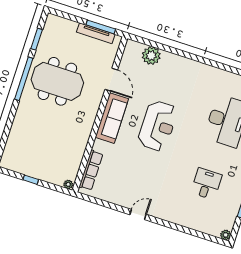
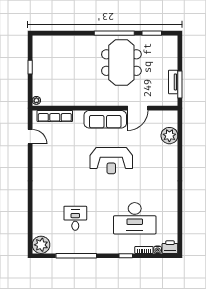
tv unit: (96, 33) -> (173, 82), width x0.71
desk: (206, 184) -> (75, 218), turned -90
door: (138, 214) -> (30, 137), moved
plant: (226, 235) -> (41, 245), width x1.87, depth x1.87

